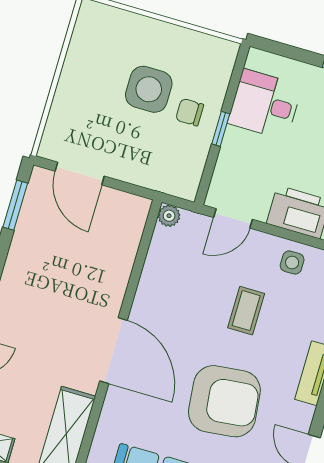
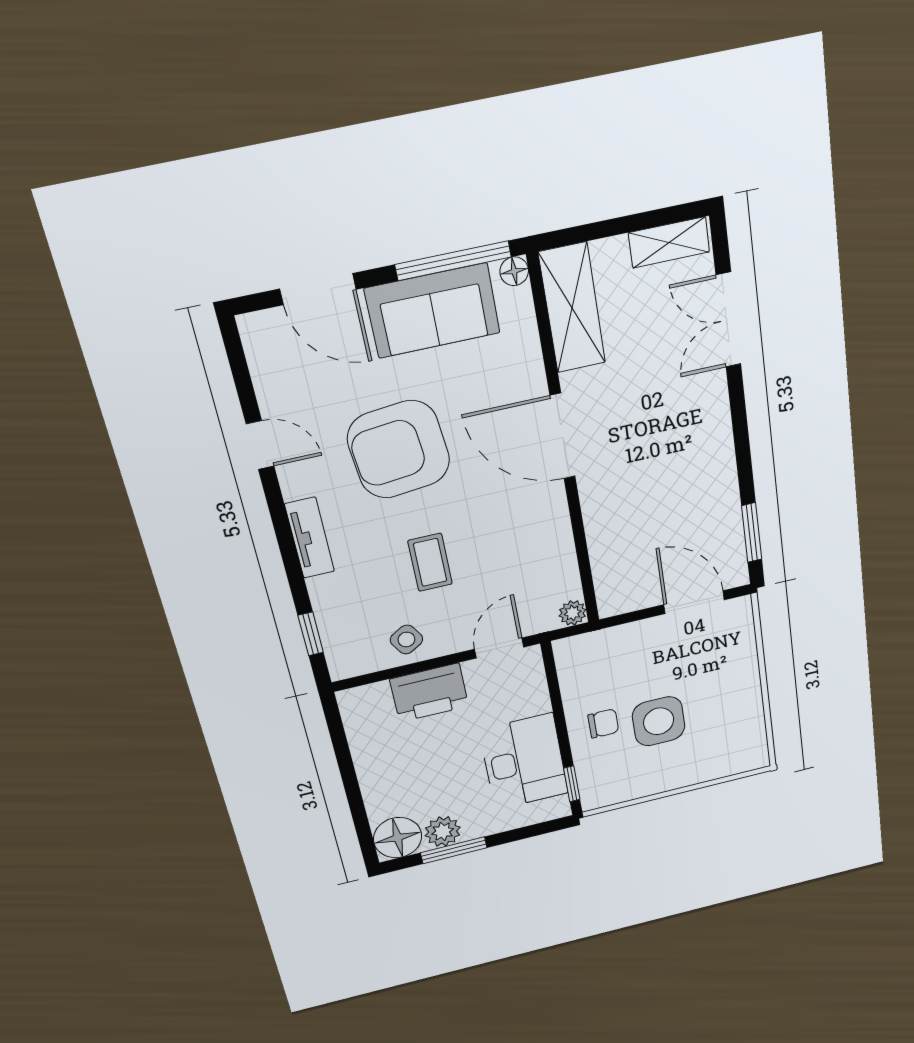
desk: (265, 104) -> (524, 762), width x1.37
window: (221, 129) -> (572, 784), moved
side table: (292, 263) -> (406, 639), turned -31

